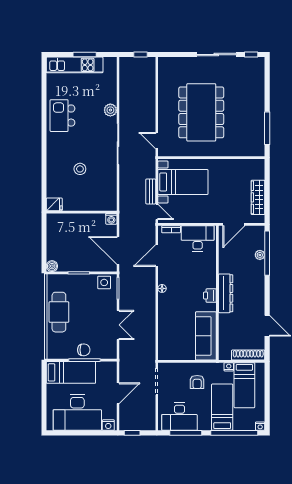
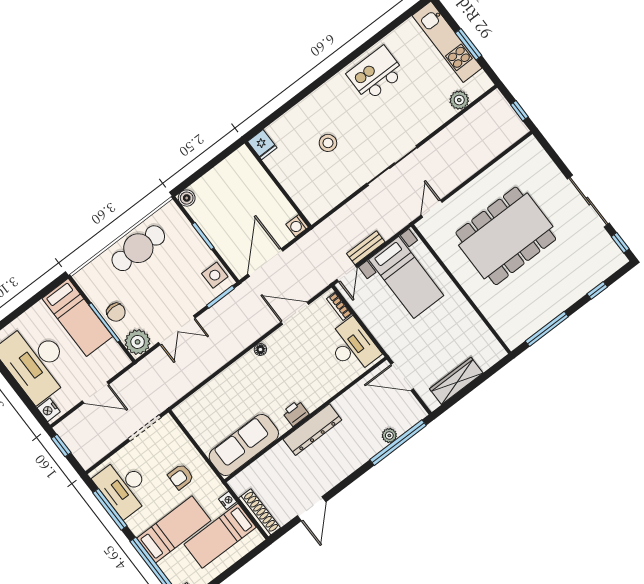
window: (267, 86) -> (597, 290), added
plant: (110, 110) -> (459, 100), moved
plant: (108, 350) -> (138, 342), added

